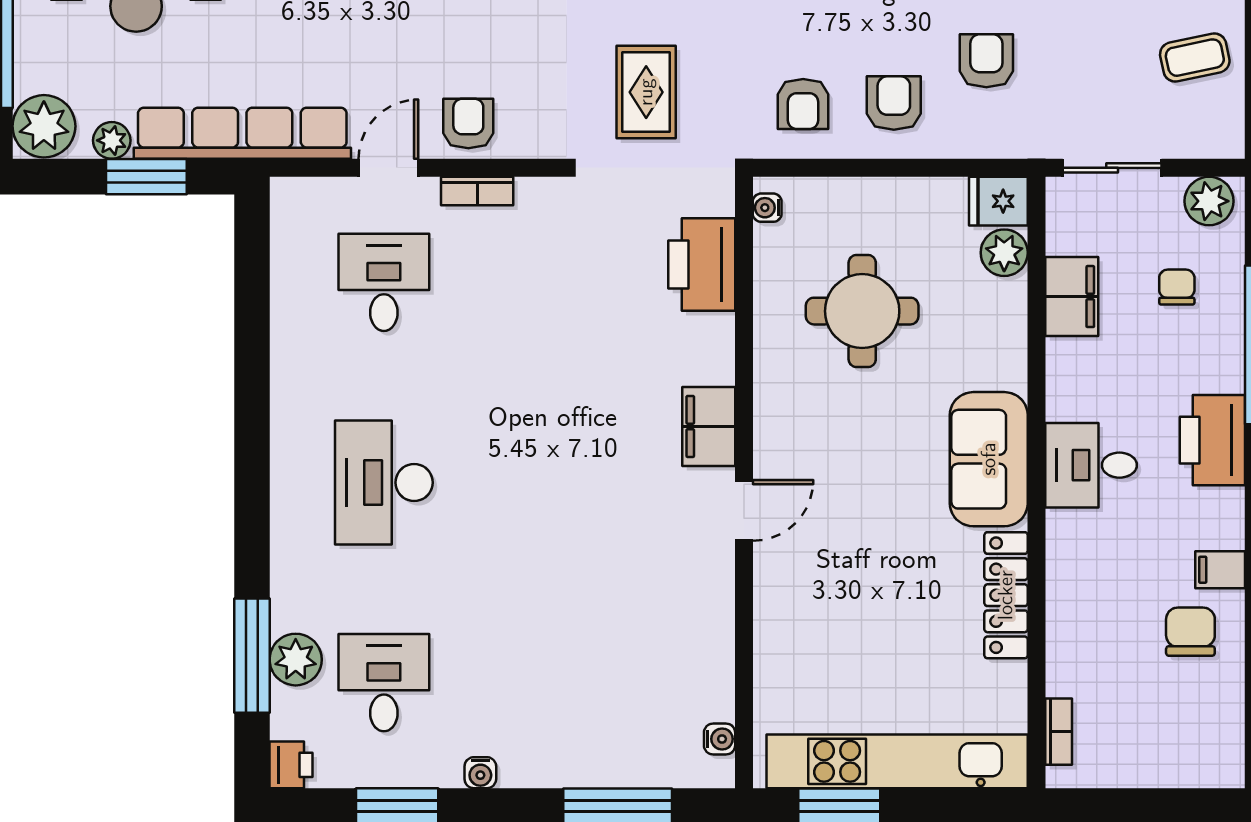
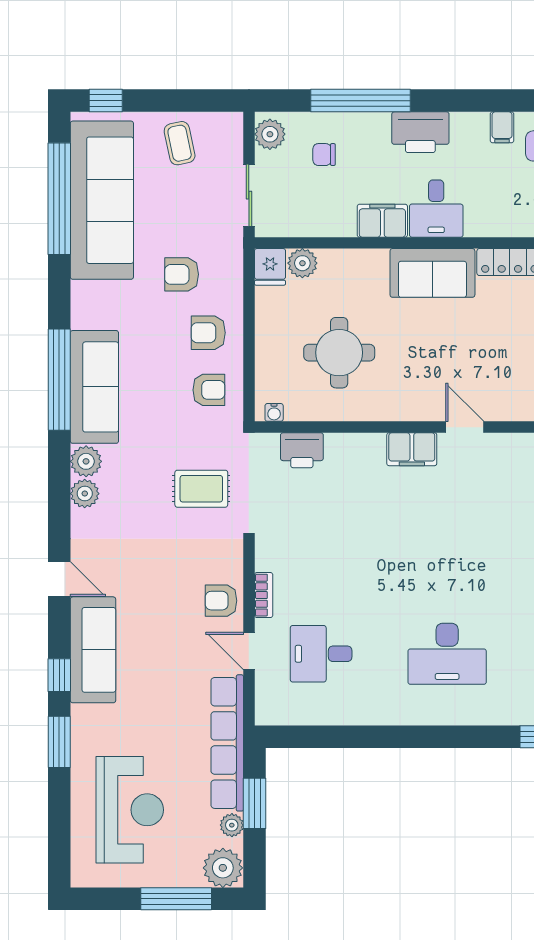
printer: (702, 264) -> (302, 450), width x0.73, depth x0.84
filing cabinet: (1072, 297) -> (382, 221), moved

